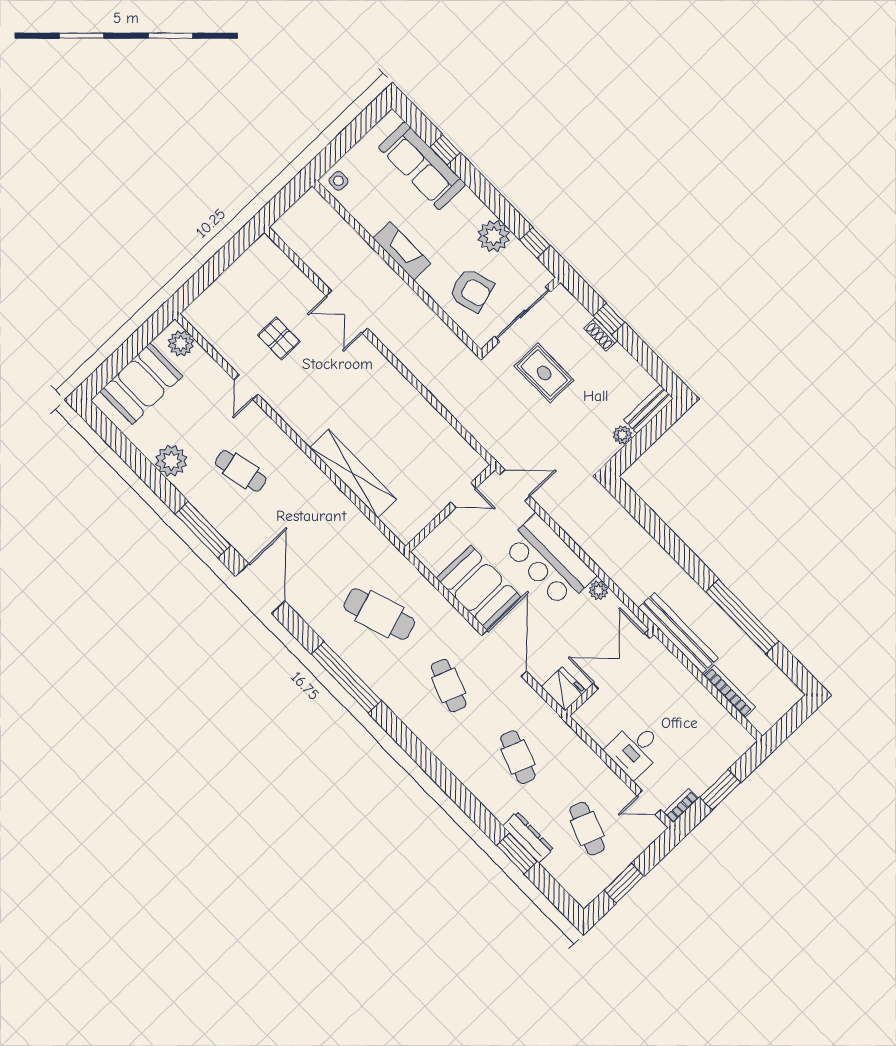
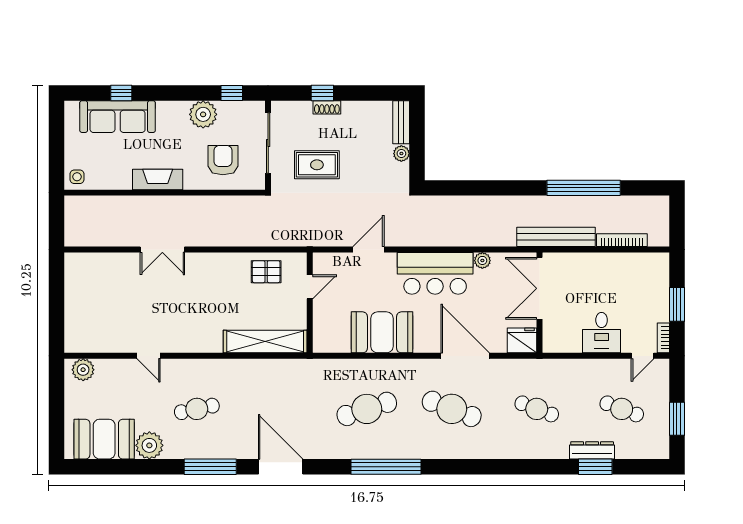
armchair: (471, 290) -> (223, 160), turned -74
pallet: (279, 338) -> (266, 272), moved
booth: (141, 384) -> (104, 439), moved, turned 90
door: (463, 495) -> (310, 287), moved
wall: (450, 508) -> (310, 303), moved
booth: (478, 587) -> (382, 332), moved
cafe table: (449, 686) -> (452, 409), width x1.37, depth x1.35

